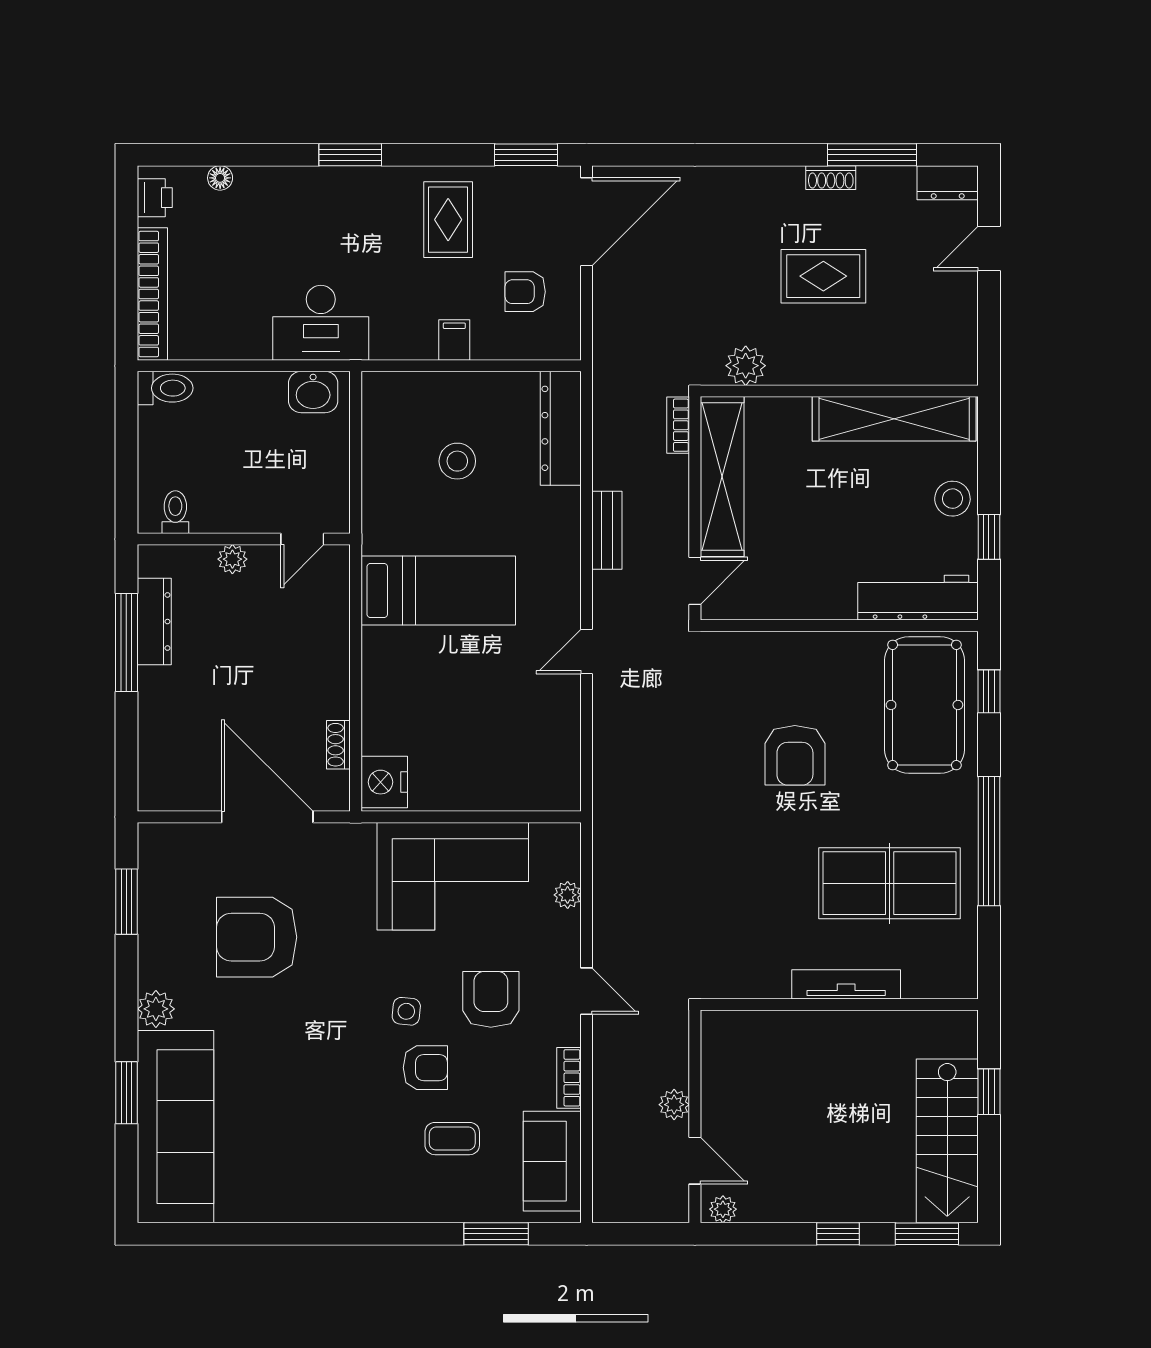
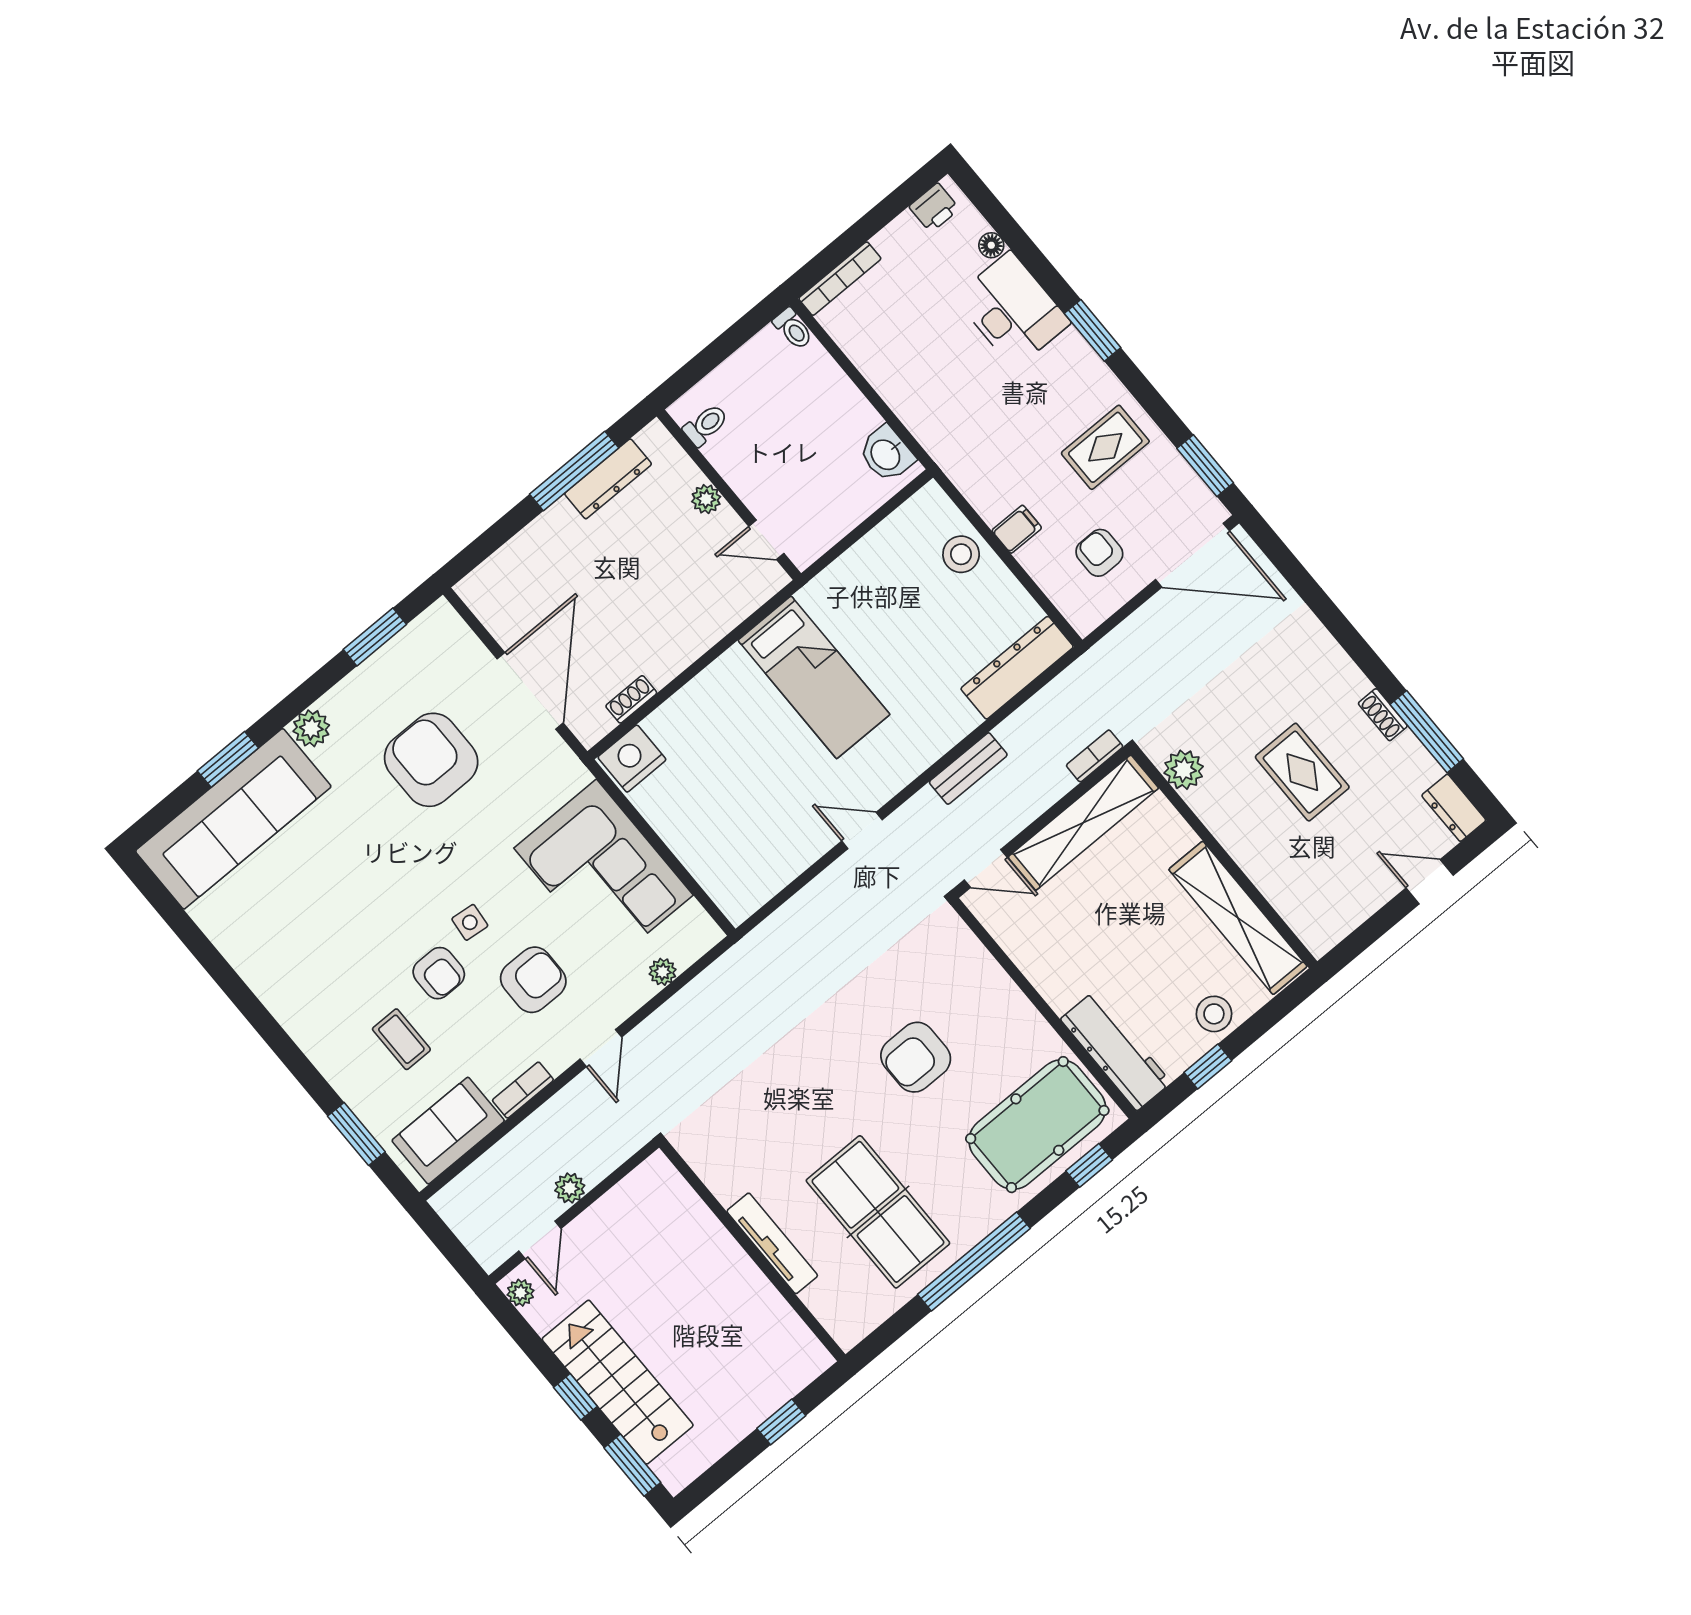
bookcase: (152, 294) -> (840, 279), width x0.68, depth x0.76
desk: (321, 323) -> (1012, 310), moved, turned 180
toilet: (165, 388) -> (793, 329), width x0.73, depth x0.72
stool: (457, 461) -> (961, 554), moved
stairs: (947, 1141) -> (618, 1382), moved, turned 90

